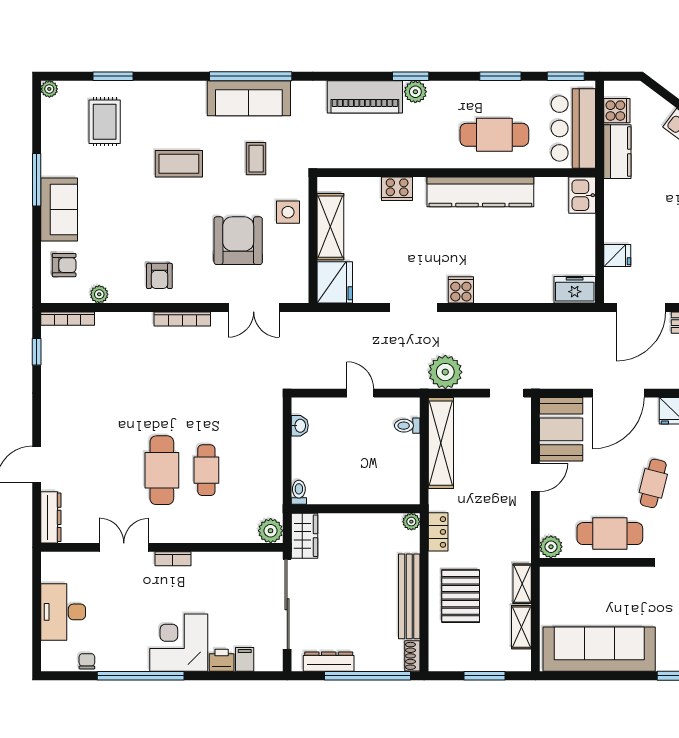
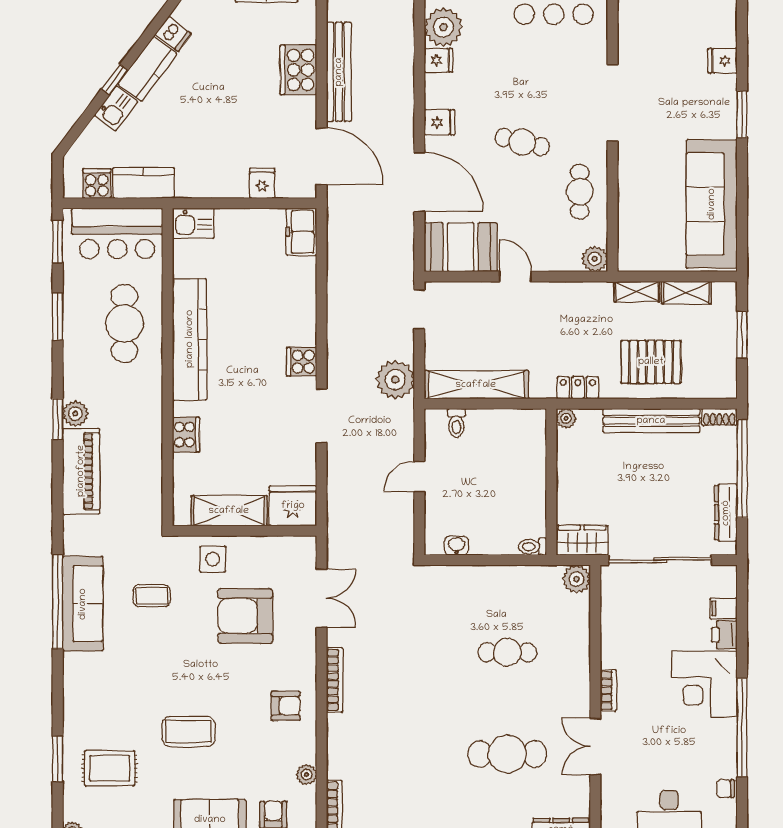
coffee table: (179, 164) -> (189, 731), moved, turned 90
cafe table: (162, 470) -> (507, 754), moved
cafe table: (610, 534) -> (580, 192), width x0.73, depth x0.74

